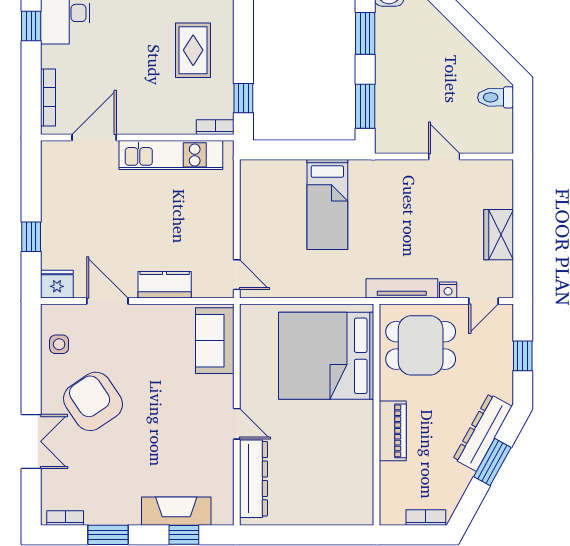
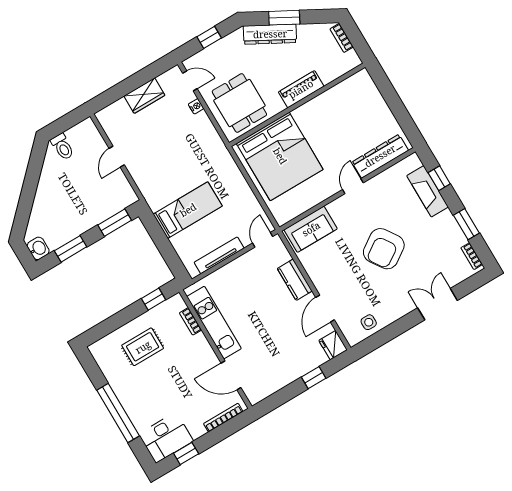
bookcase: (215, 127) -> (191, 321), moved
tv unit: (402, 288) -> (219, 255), moved, turned 90
armchair: (93, 401) -> (384, 249), moved

